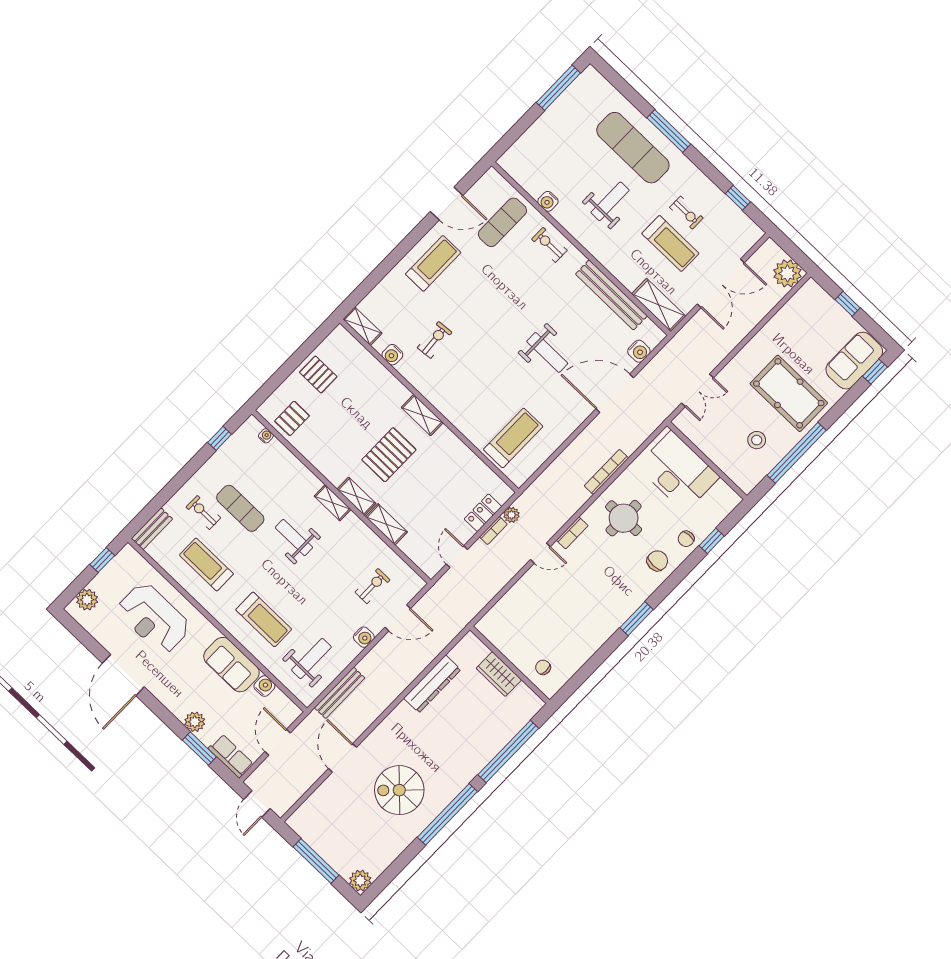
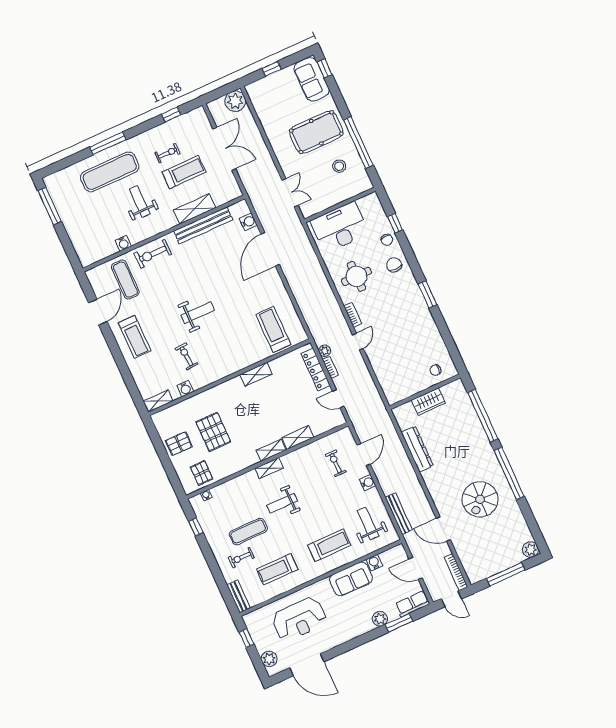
exercise bike: (549, 245) -> (153, 254), width x1.38, depth x1.39
treadmill: (433, 263) -> (135, 337), turned 180
shelving: (659, 305) -> (194, 209), moved
weight bench: (547, 352) -> (198, 313), moved
shelving: (422, 415) -> (256, 374), moved
pallet: (389, 455) -> (213, 432), moved
bookcase: (606, 472) -> (456, 572), moved
locker: (483, 513) -> (316, 370), width x1.53
door: (123, 675) -> (307, 665), moved

